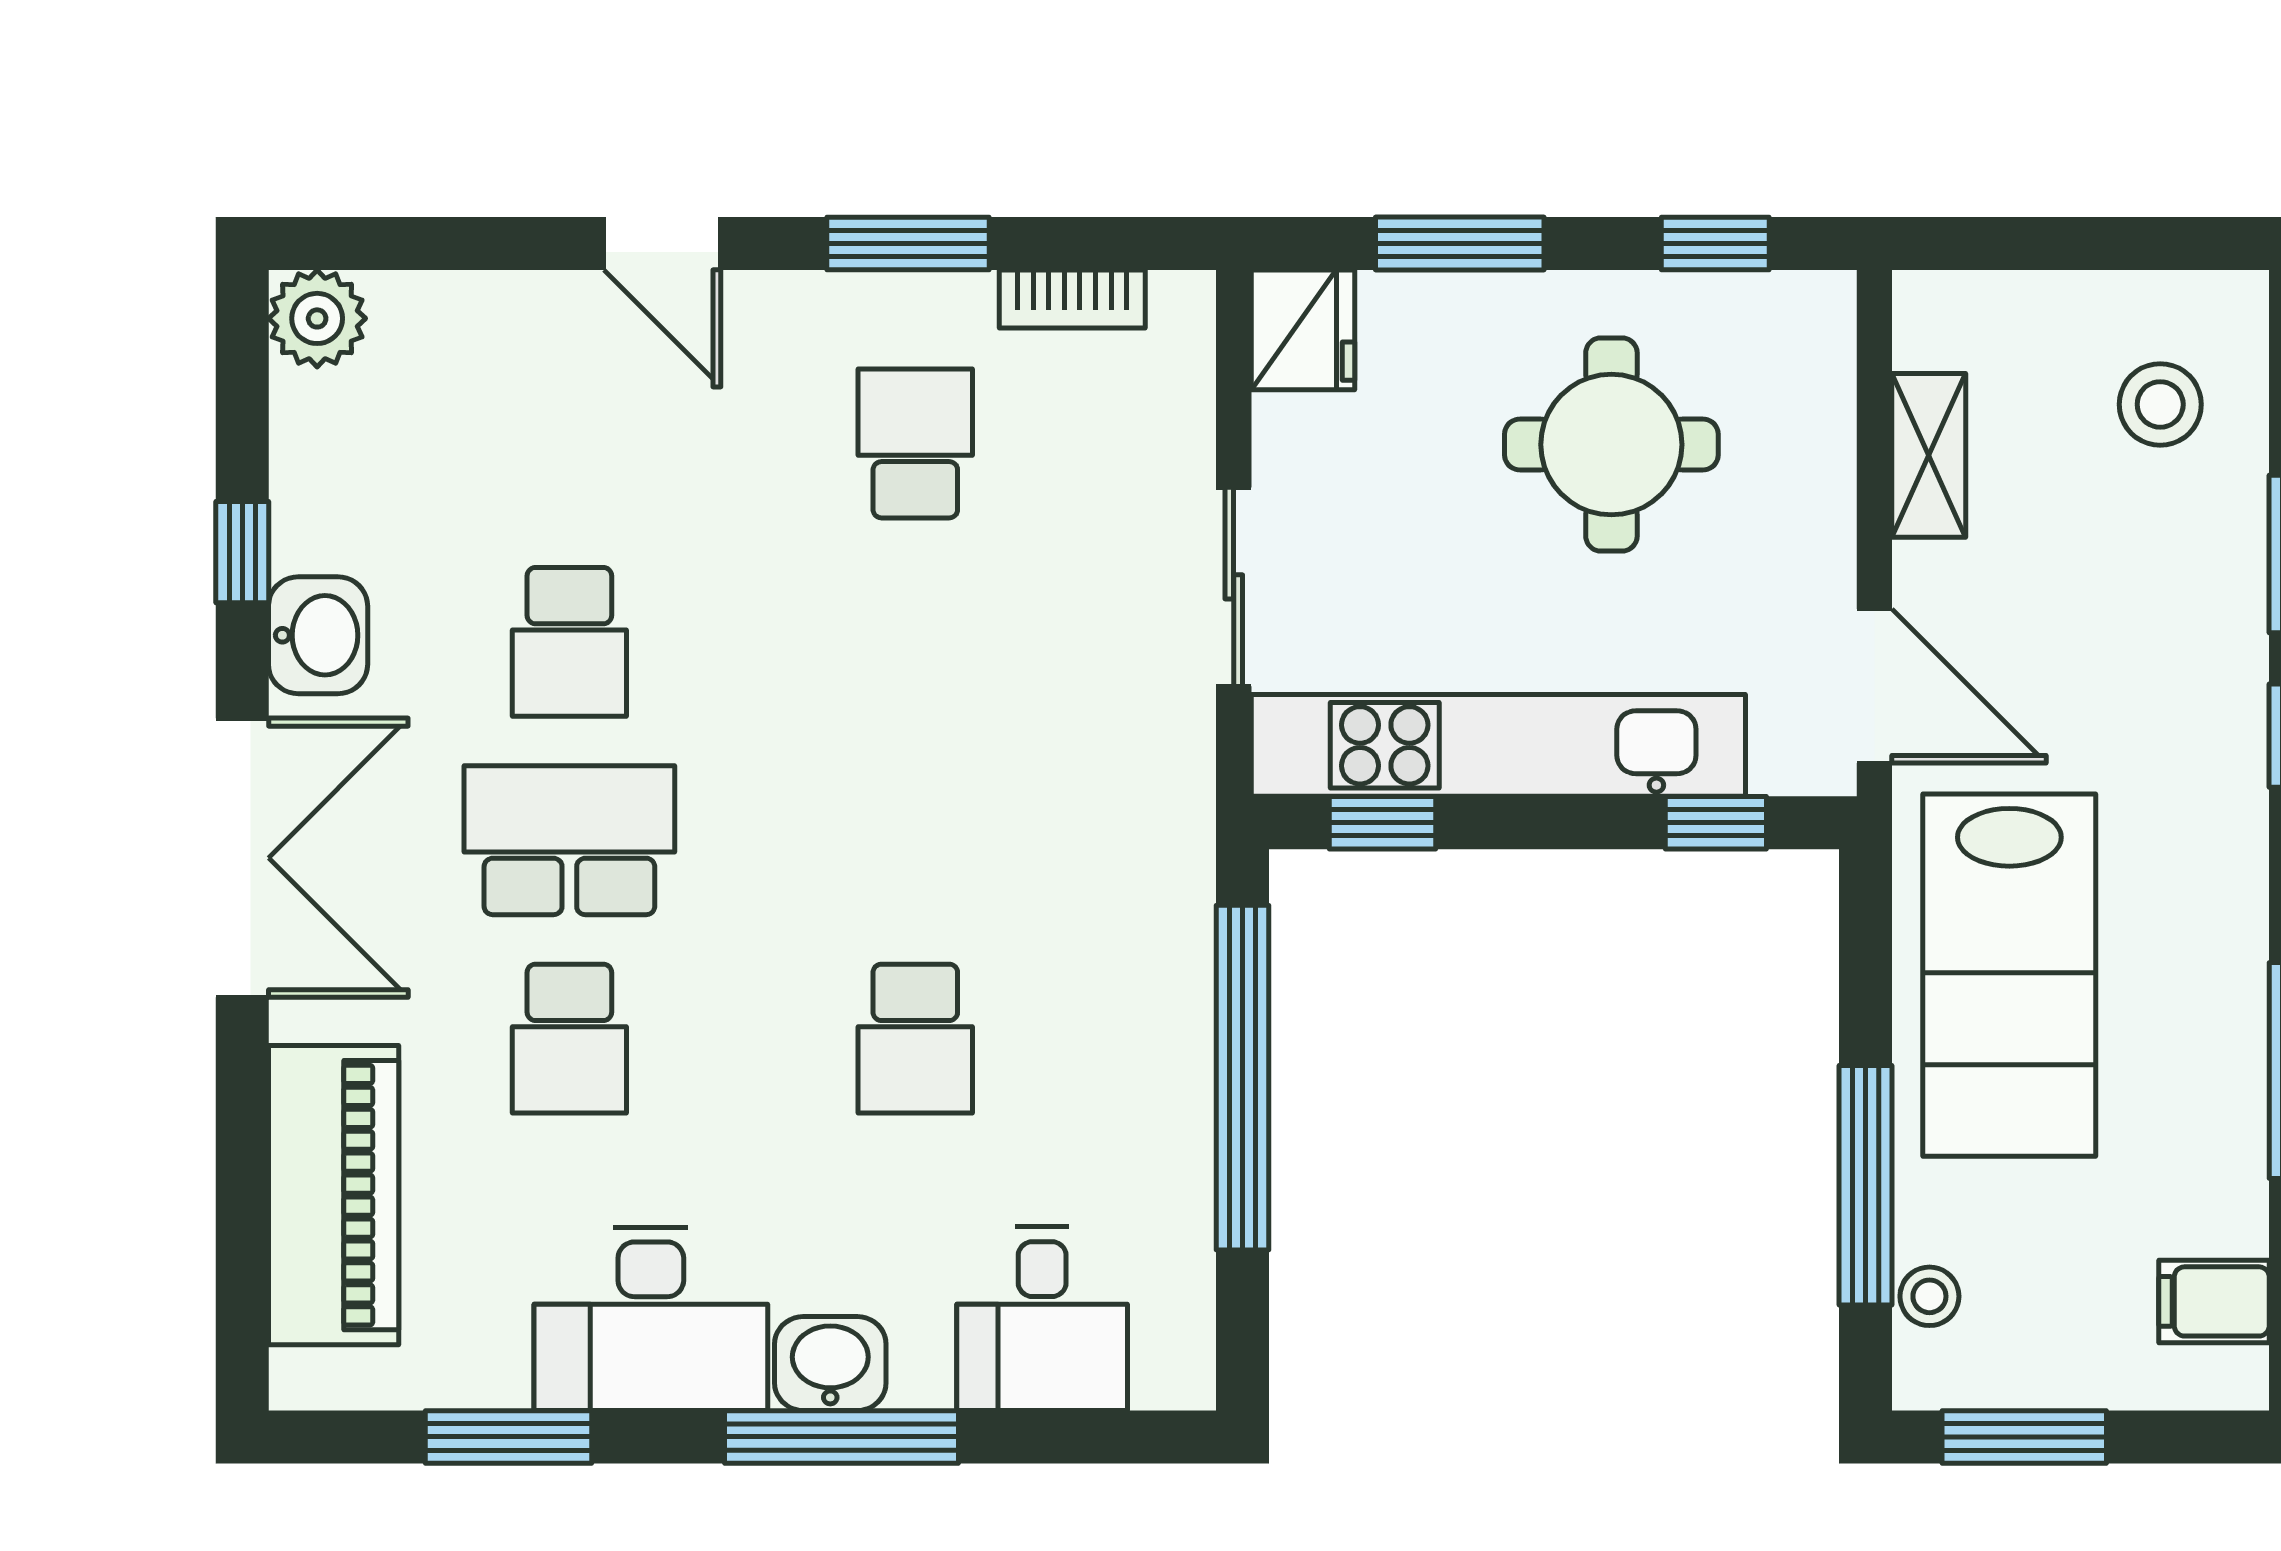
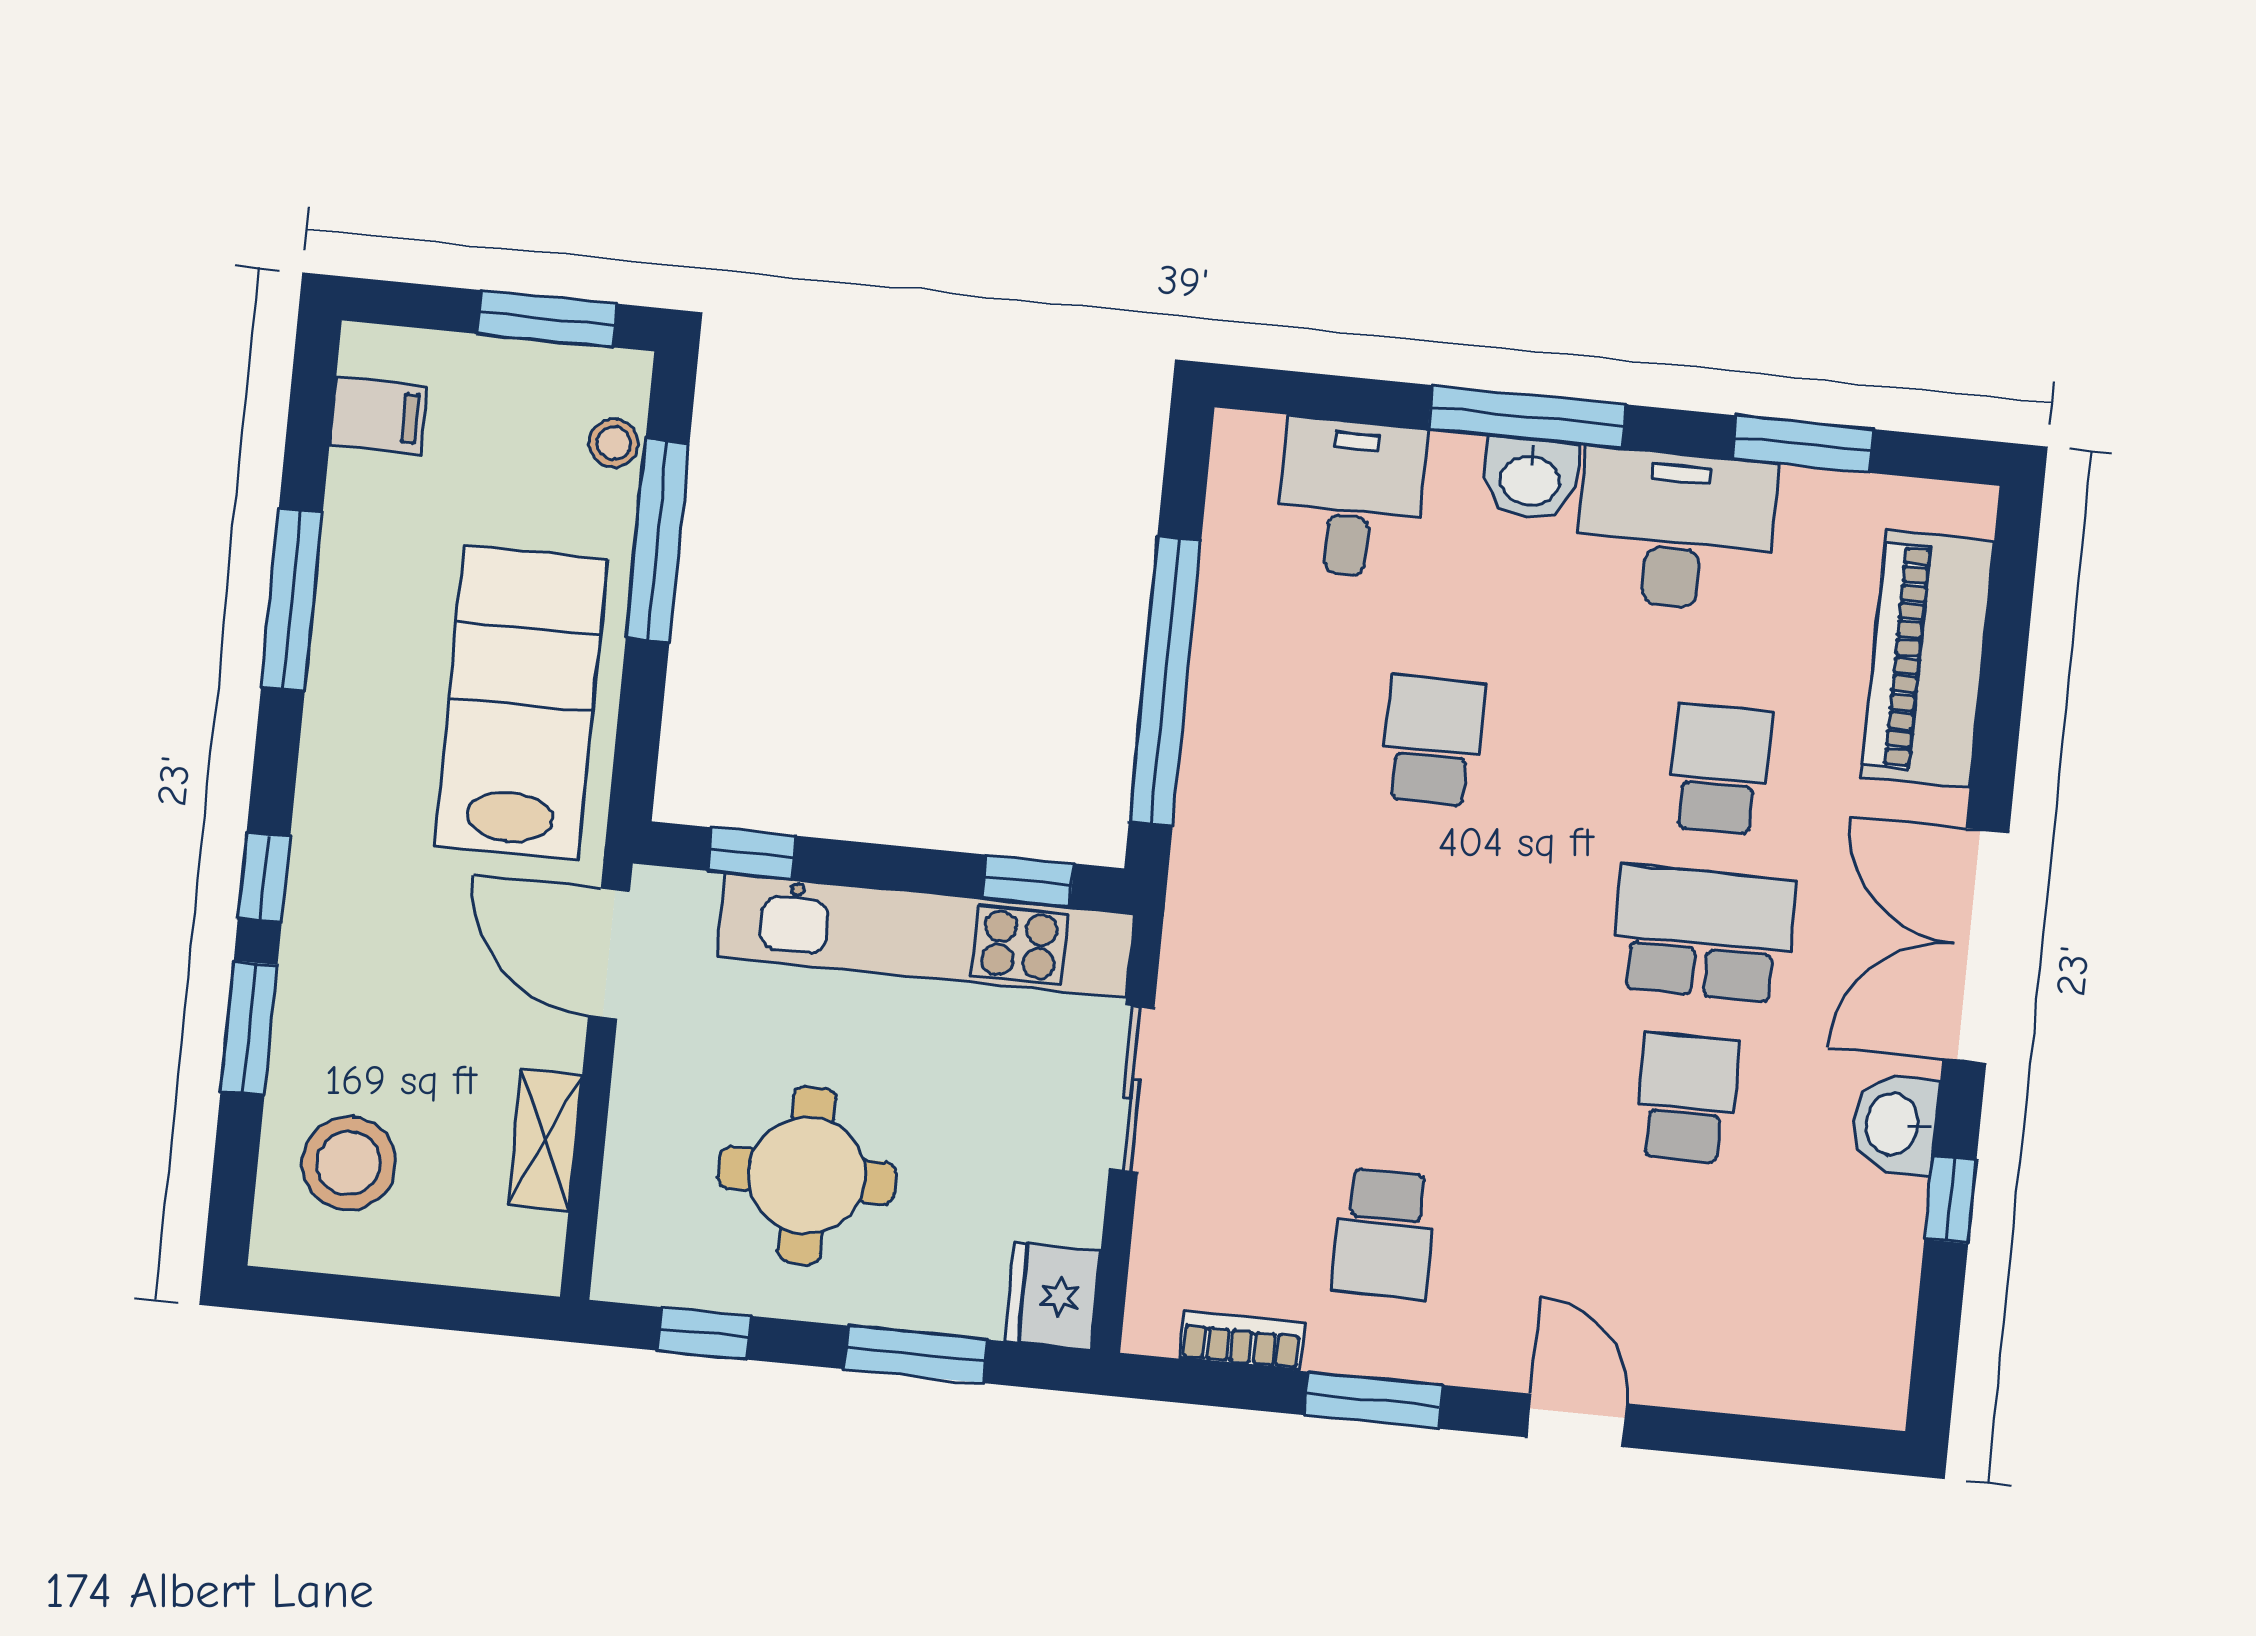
plant: (317, 318) -> (1869, 1387), removed
stool: (2160, 404) -> (349, 1163), width x1.38, depth x1.38
school desk: (569, 840) -> (1703, 934), turned 180

